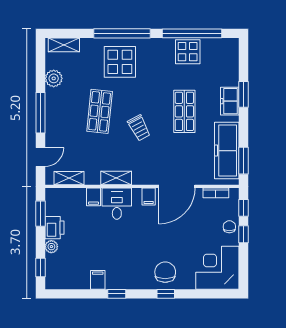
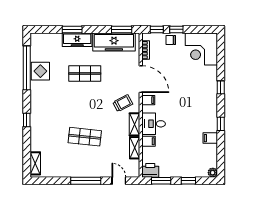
window: (122, 33) -> (27, 120), width x0.32
display table: (120, 62) -> (48, 122), removed
plant: (54, 78) -> (60, 171), removed
freezer: (230, 101) -> (77, 40), width x1.40
trolley: (139, 128) -> (123, 103), moved
shelving: (69, 178) -> (135, 148), moved
printer: (54, 228) -> (150, 170), moved
plant: (51, 247) -> (213, 173), moved
window: (40, 268) -> (188, 181), moved
chair: (165, 272) -> (205, 88), removed

